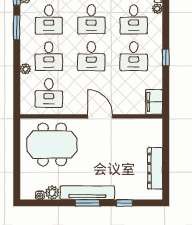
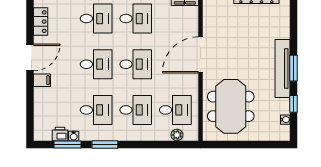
plant: (25, 69) -> (177, 135), moved
door: (100, 116) -> (200, 55), width x1.36
plant: (52, 193) -> (282, 106), removed
window: (124, 203) -> (294, 104), moved

